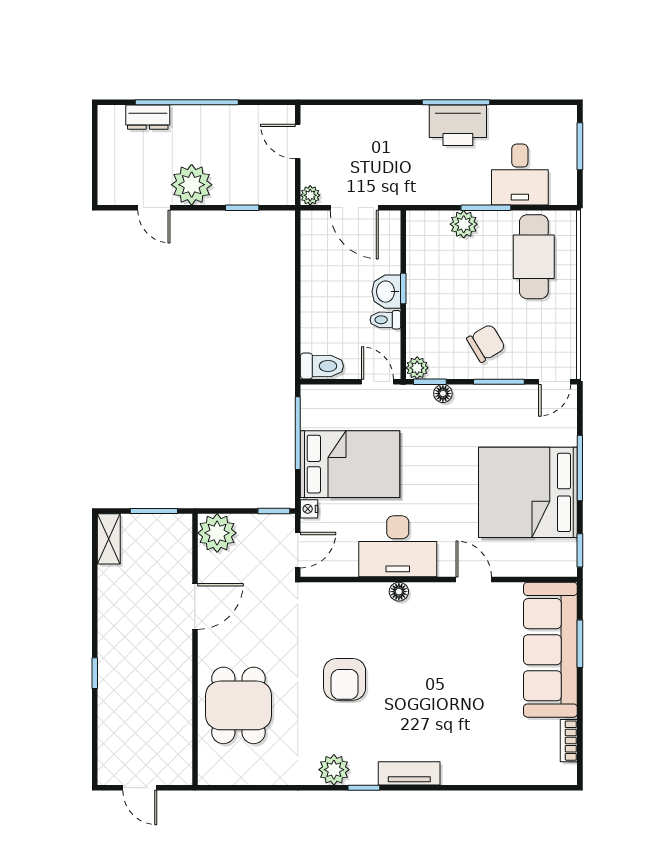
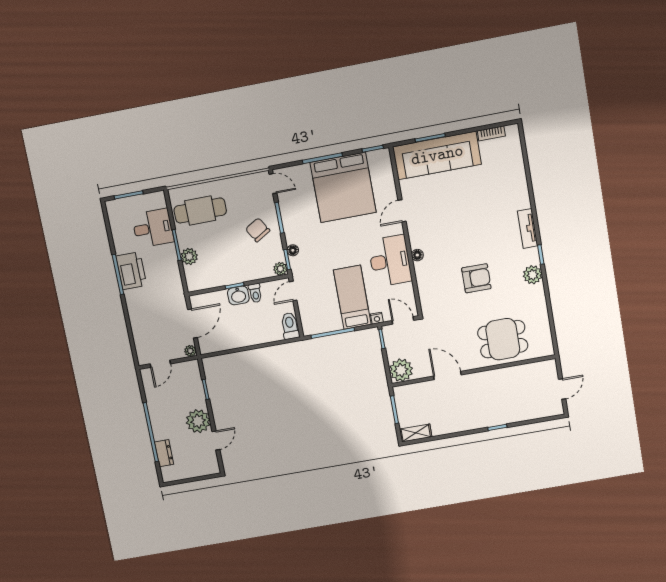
bed: (350, 464) -> (352, 297), width x0.67

